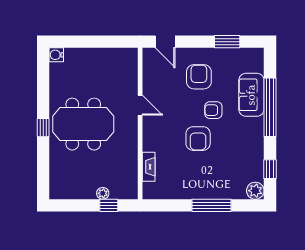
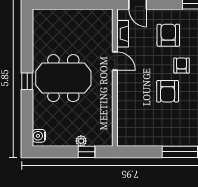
water cooler: (56, 55) -> (39, 136), moved
armchair: (213, 110) -> (181, 65), turned 90
fireplace: (149, 167) -> (123, 34), moved

